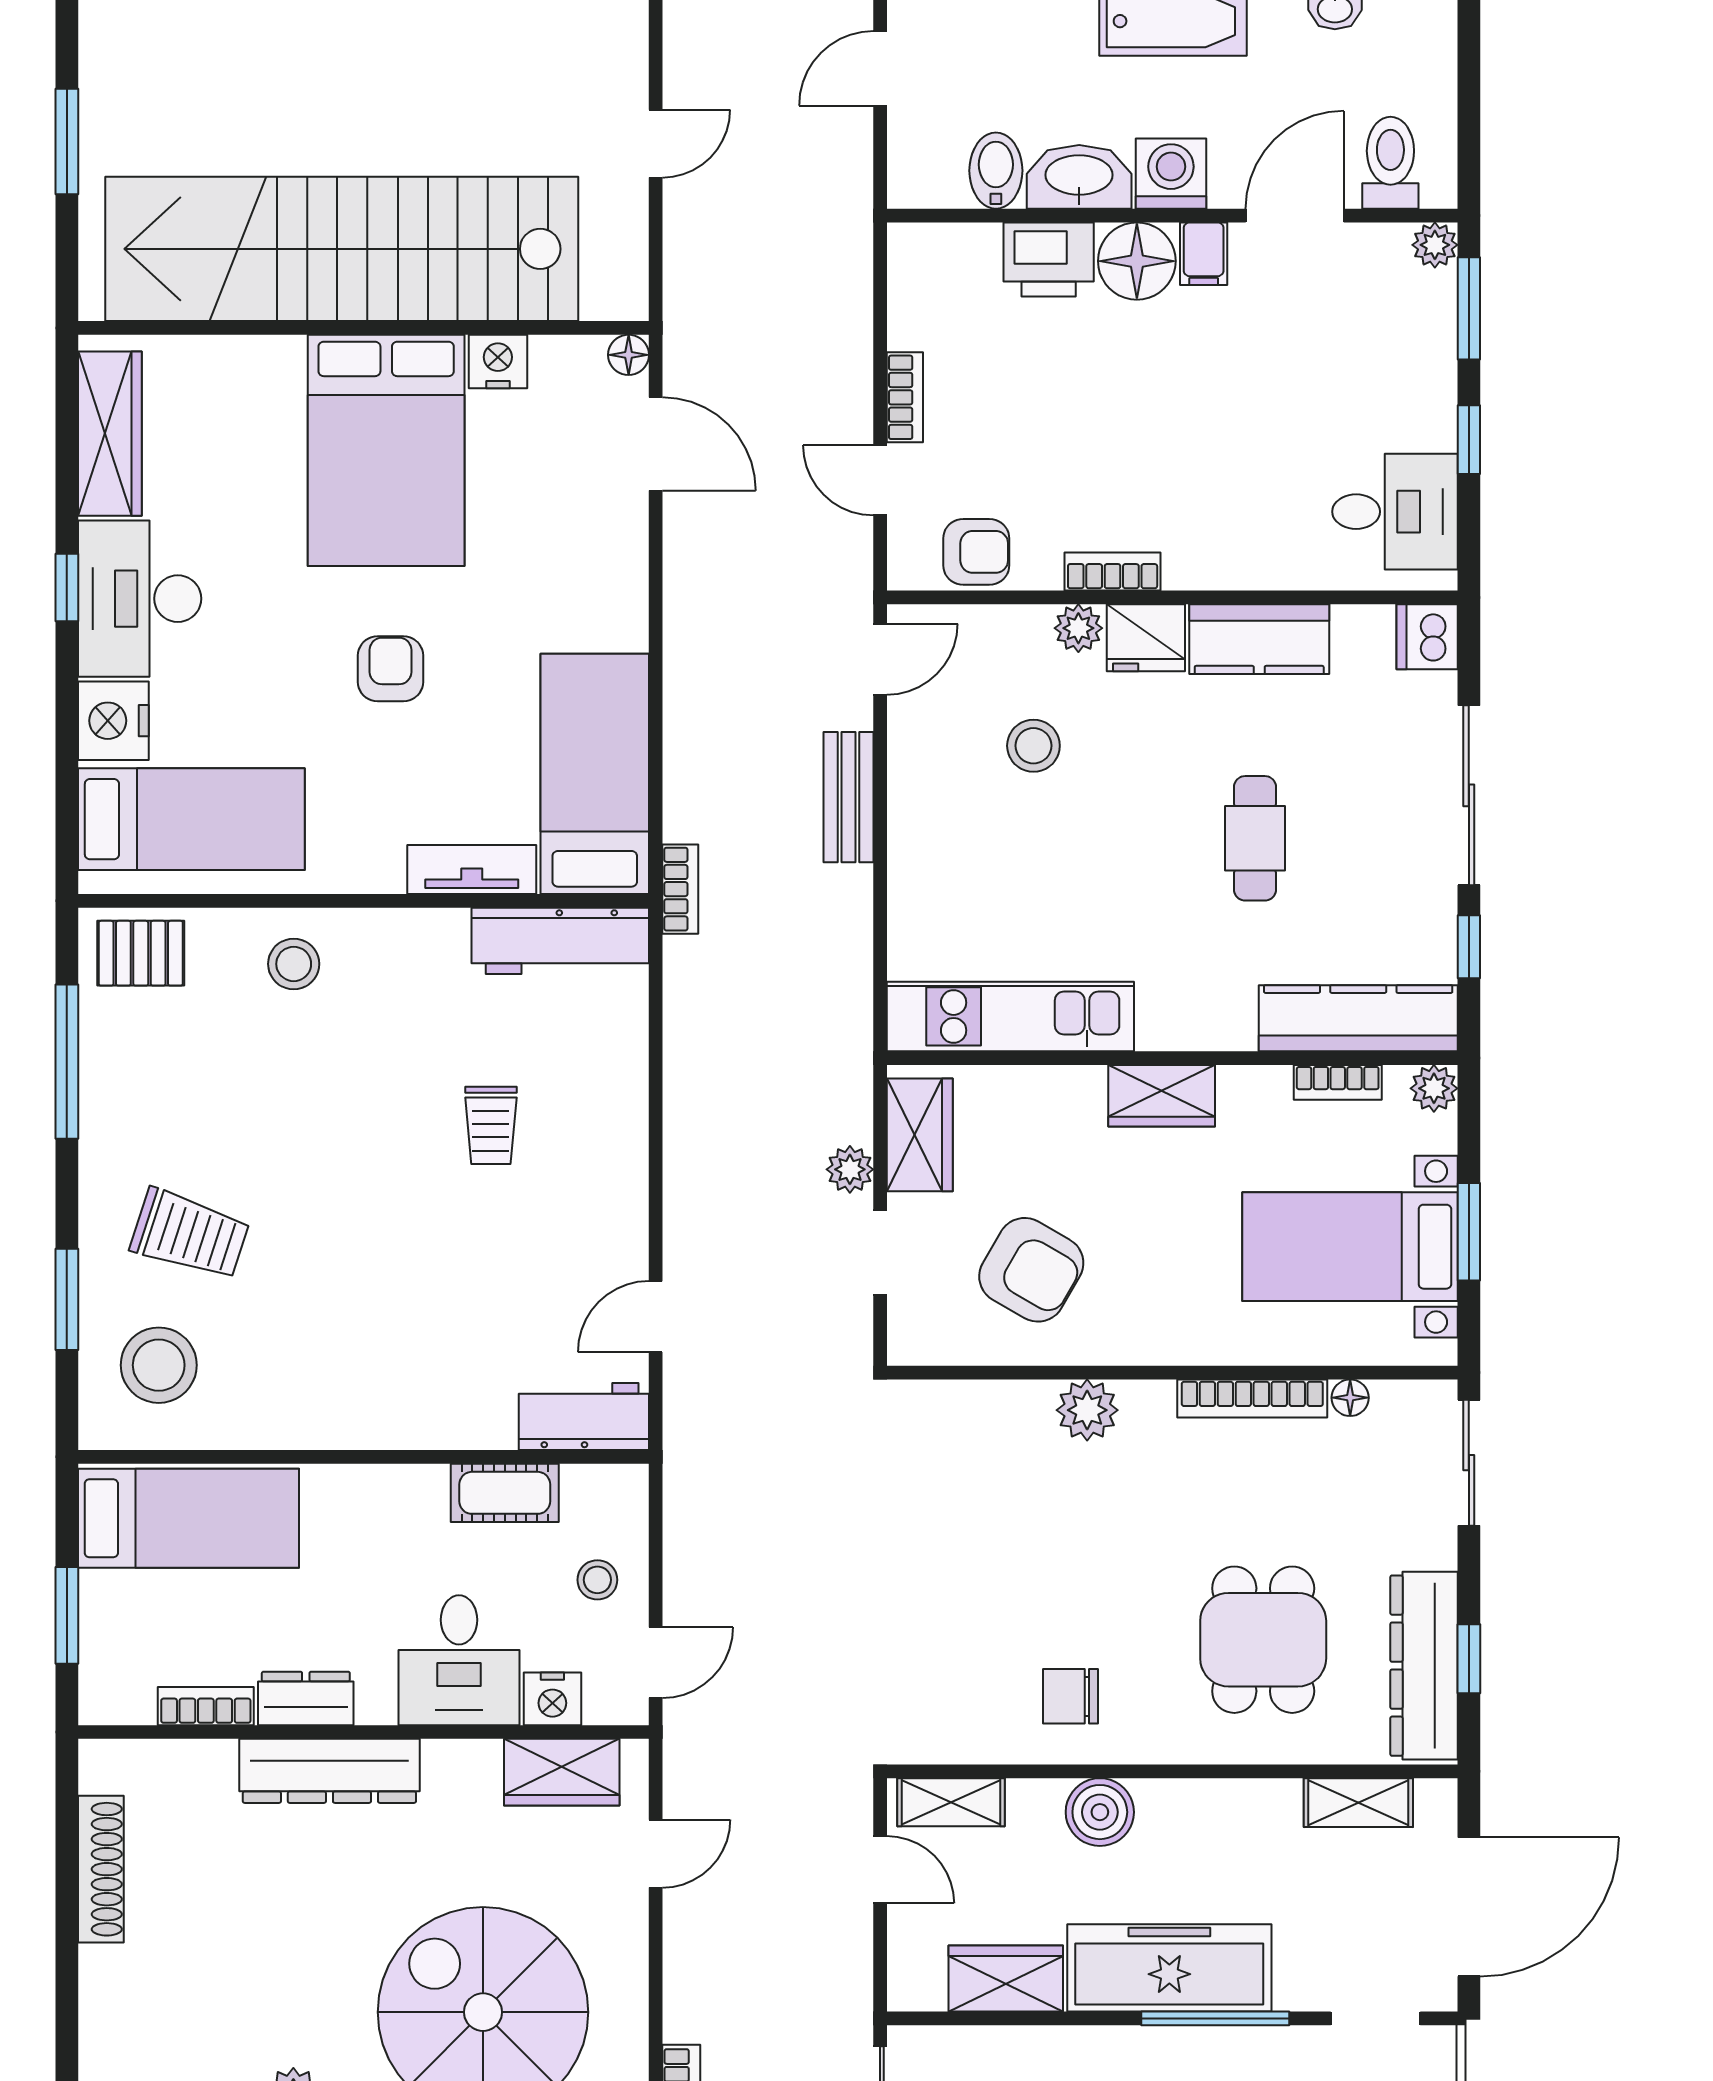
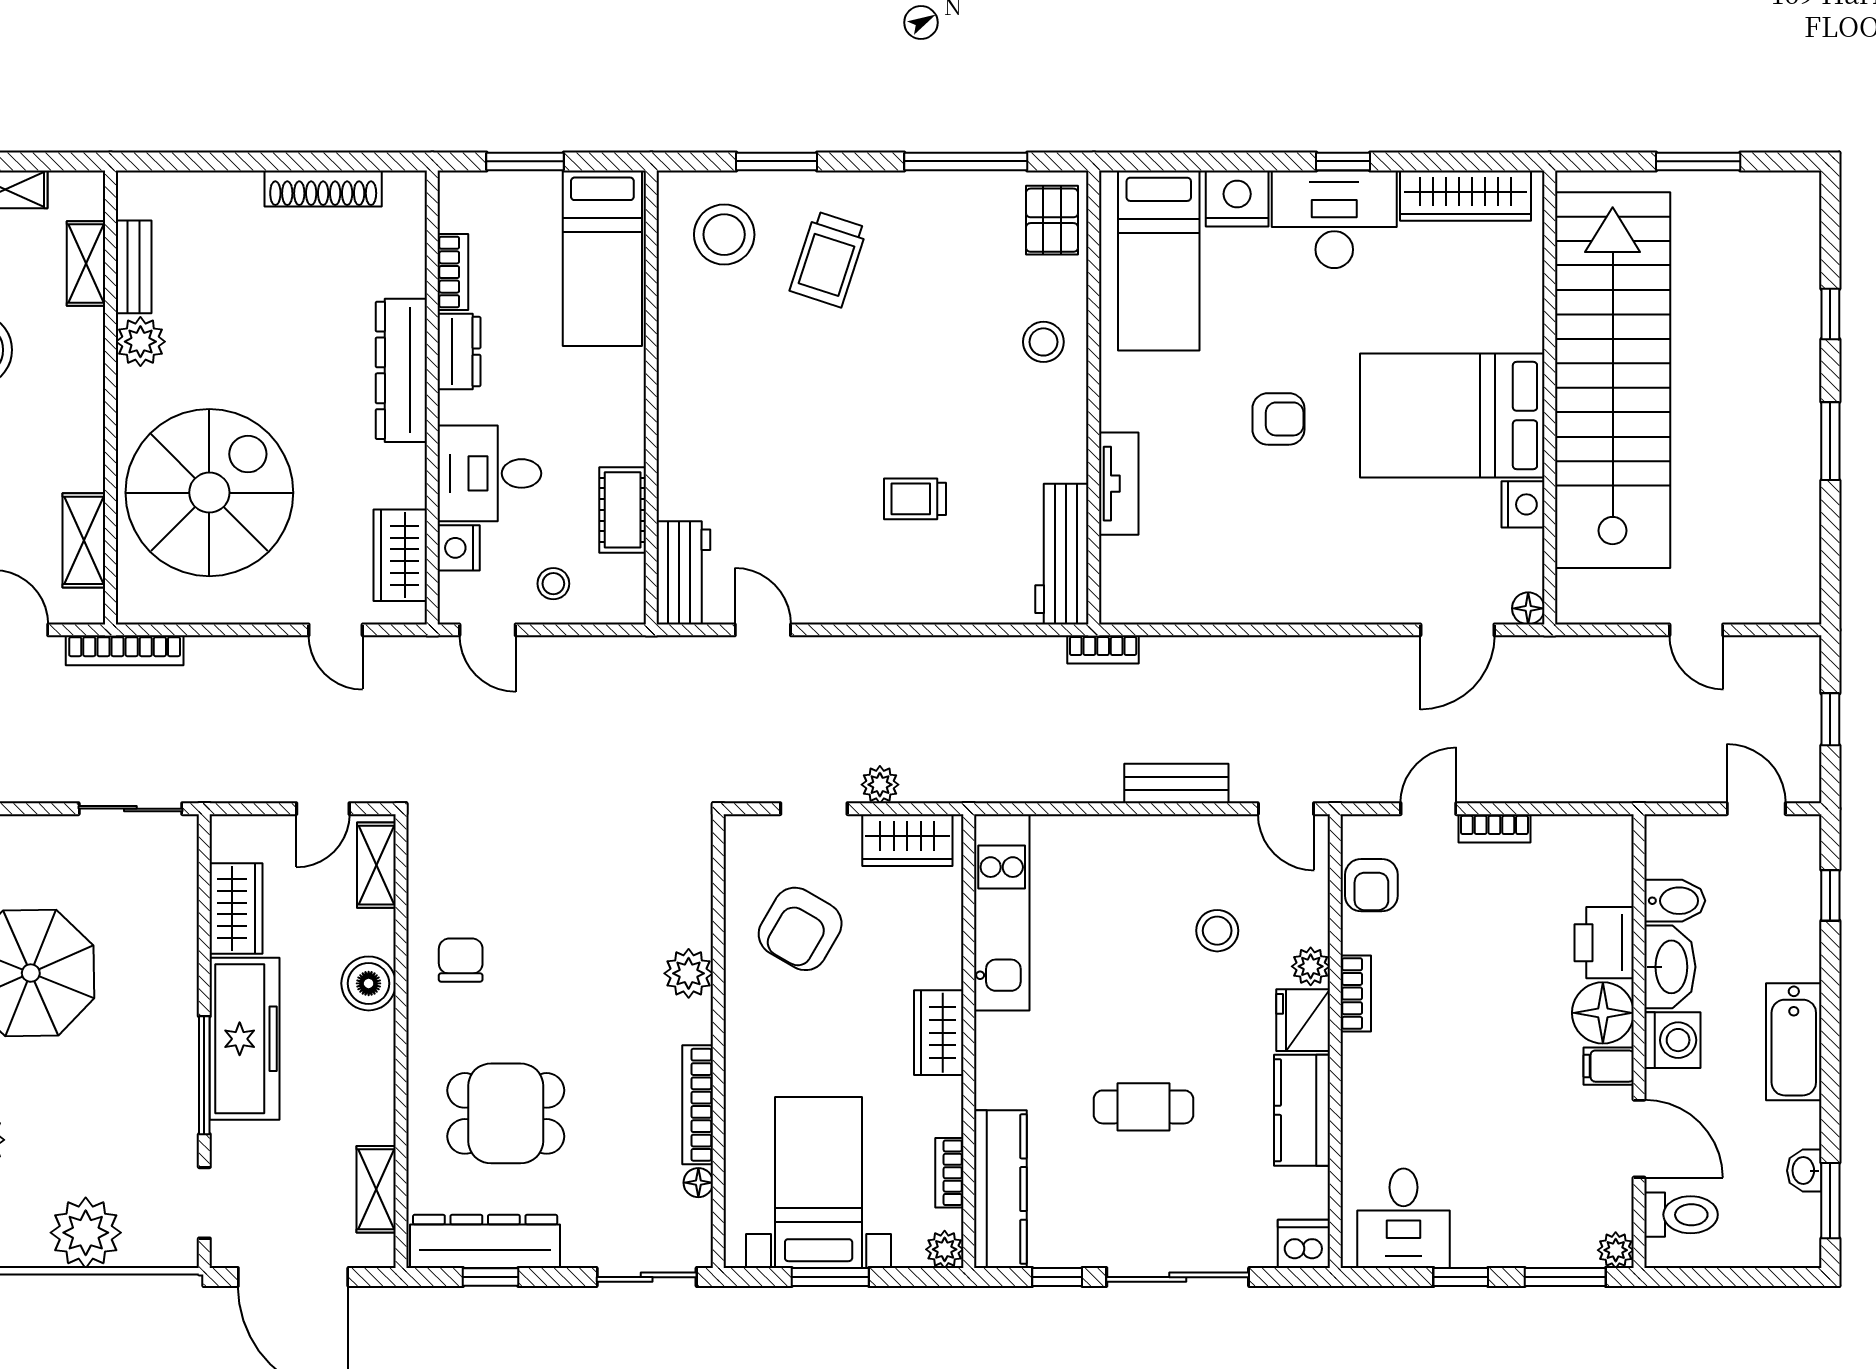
bed: (595, 774) -> (1195, 581), removed

